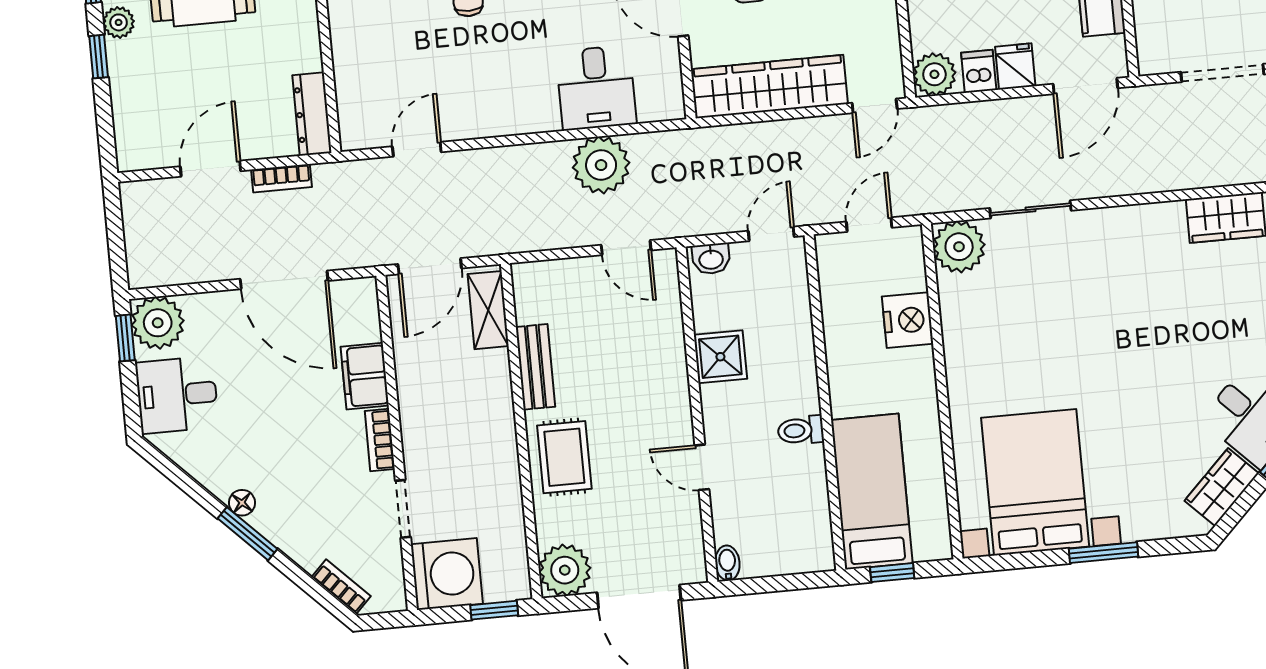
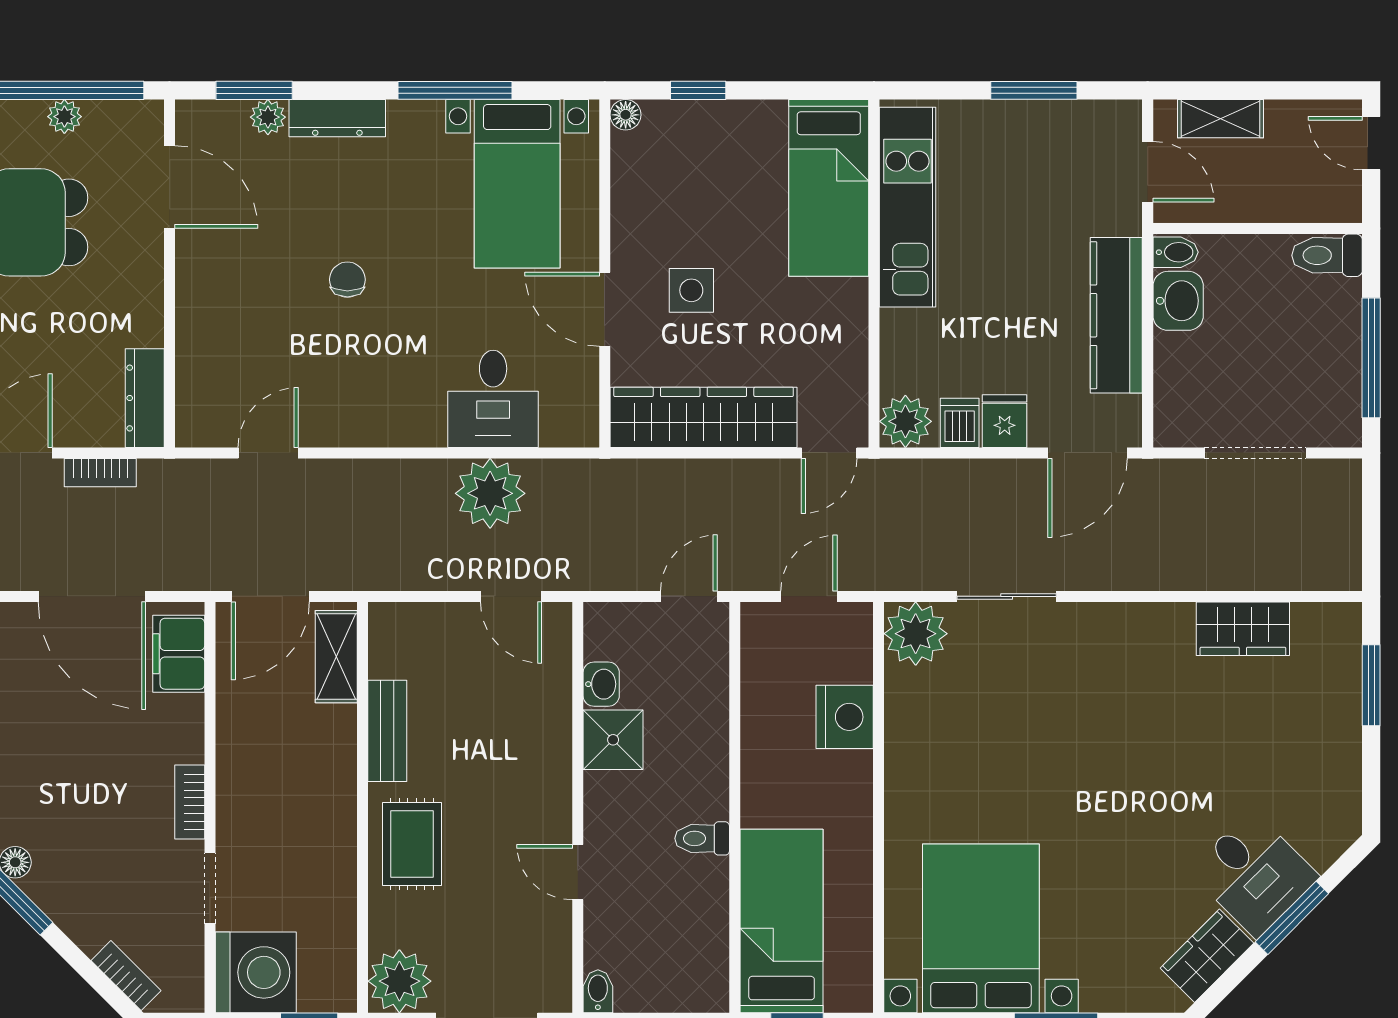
washbasin: (711, 259) -> (601, 684), moved, turned -90
filing cabinet: (365, 376) -> (179, 654), moved

